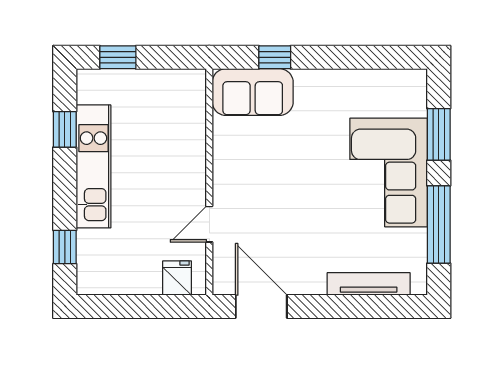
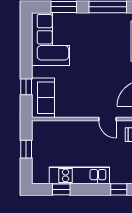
window: (118, 57) -> (26, 149), moved
corner sofa: (389, 173) -> (50, 39), moved, turned -90

